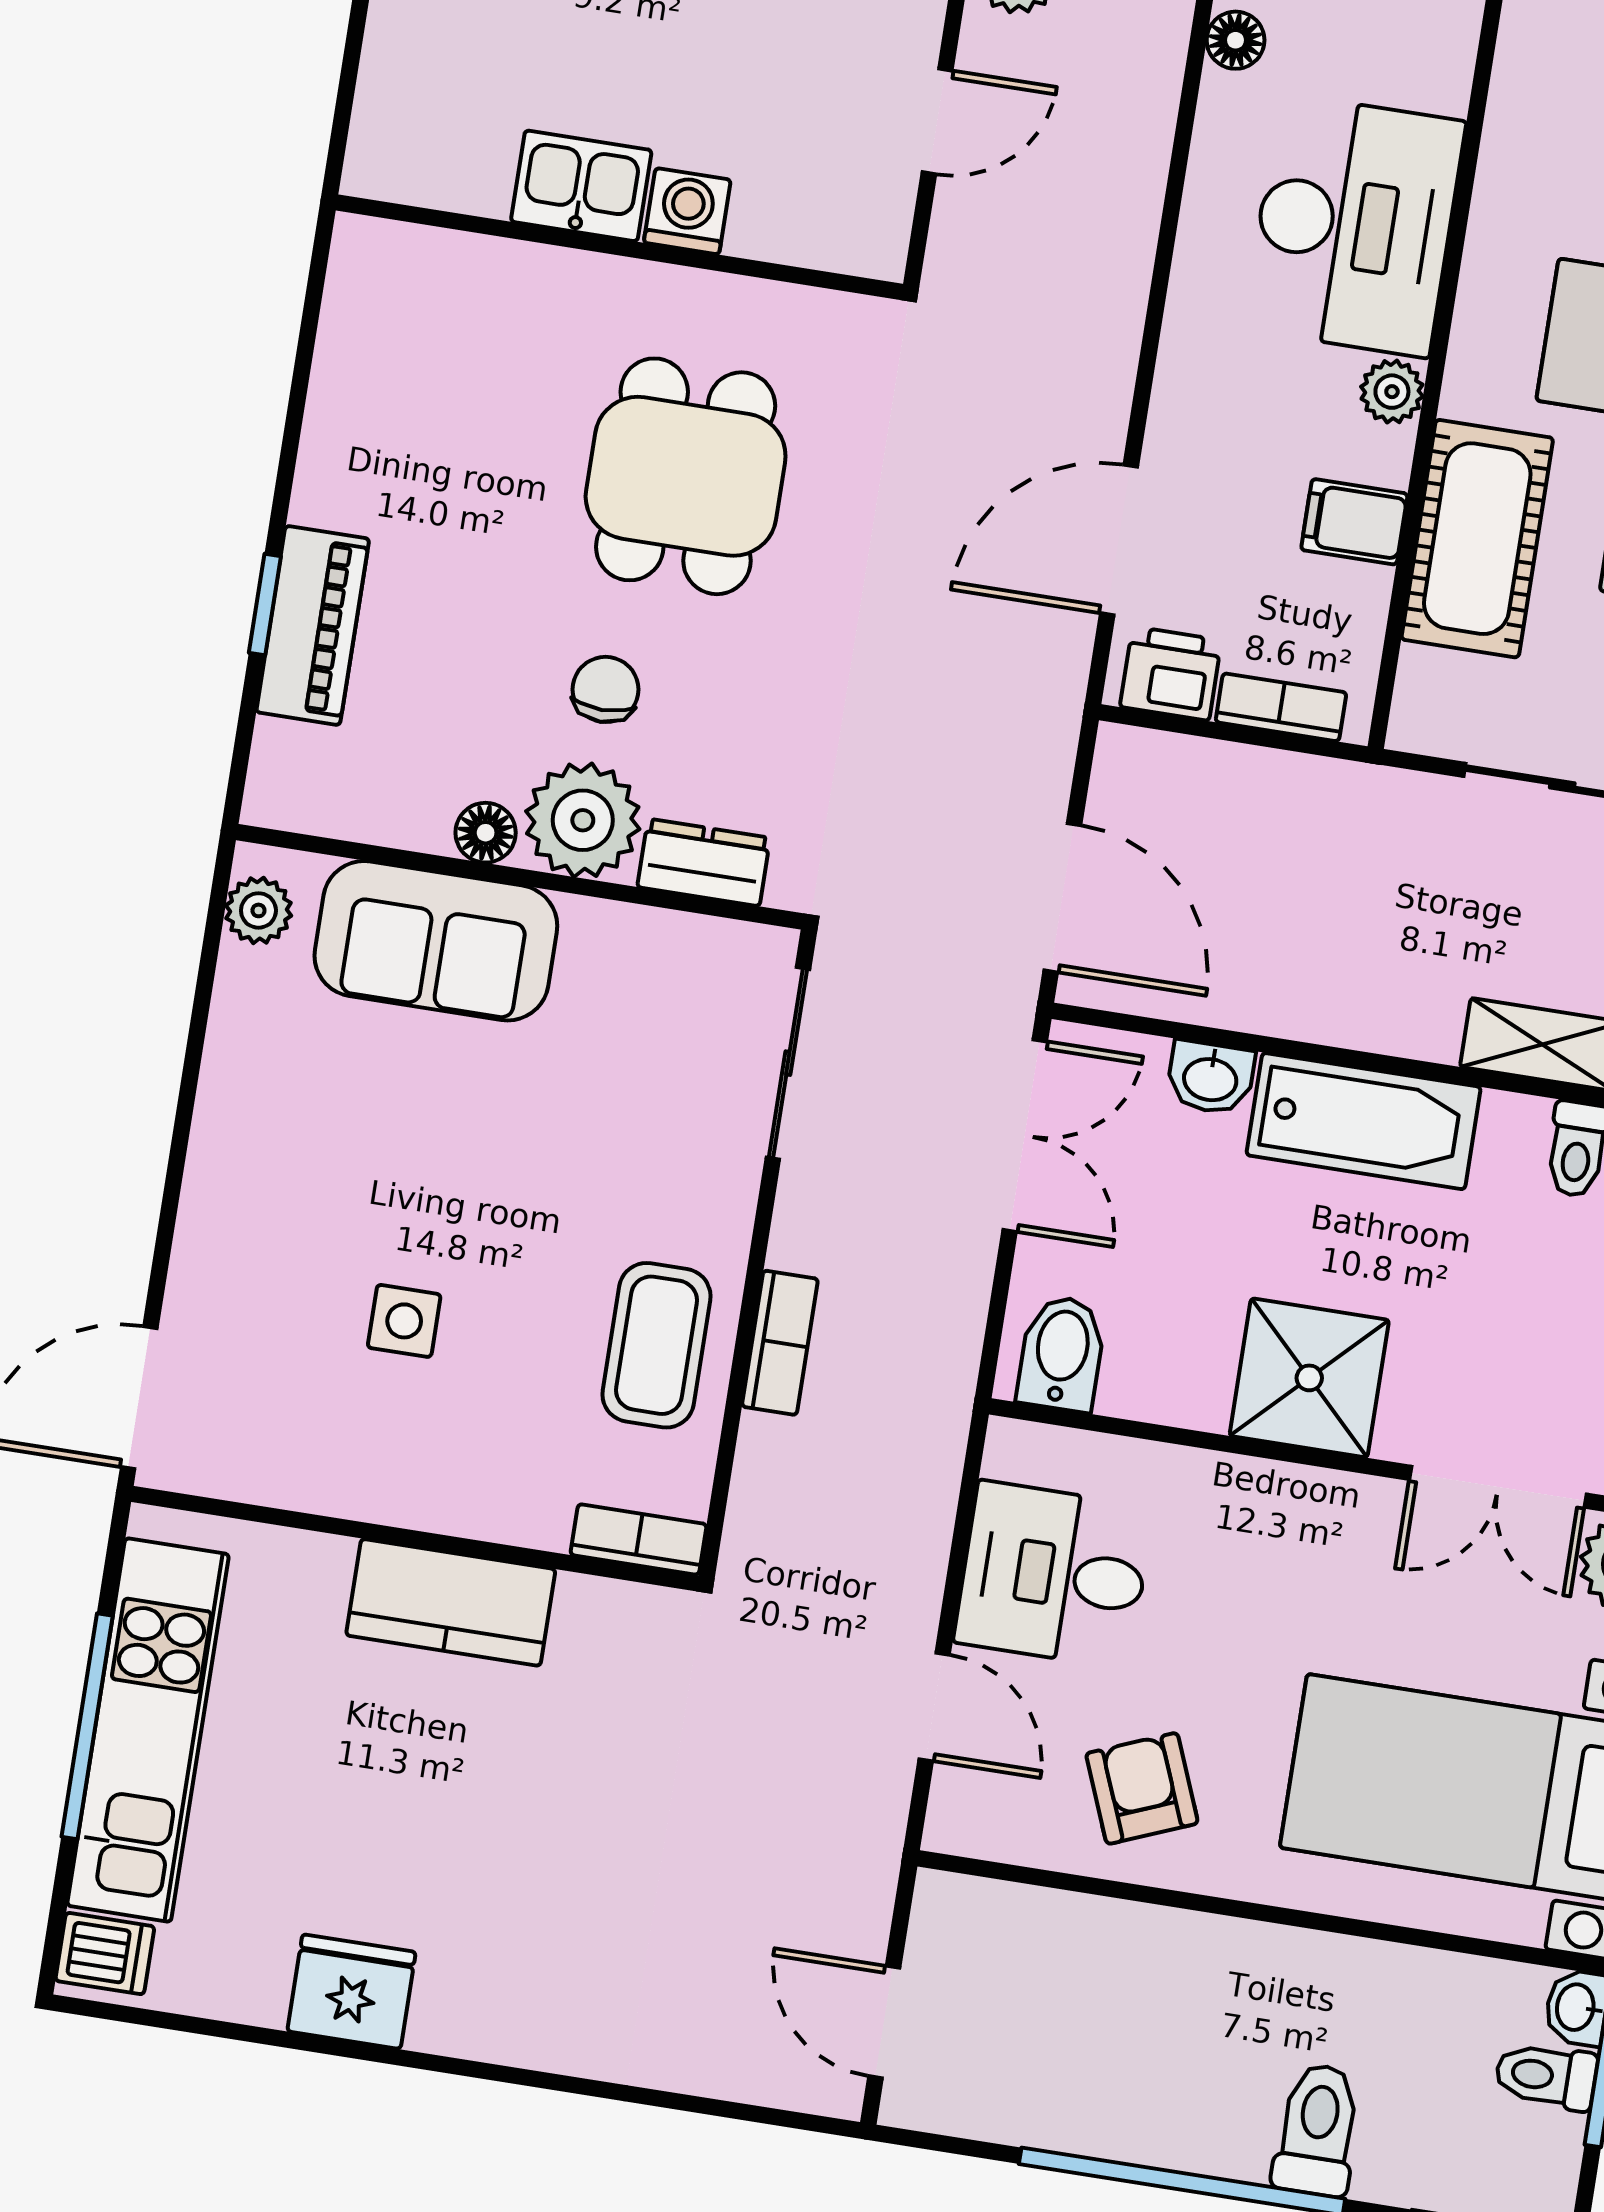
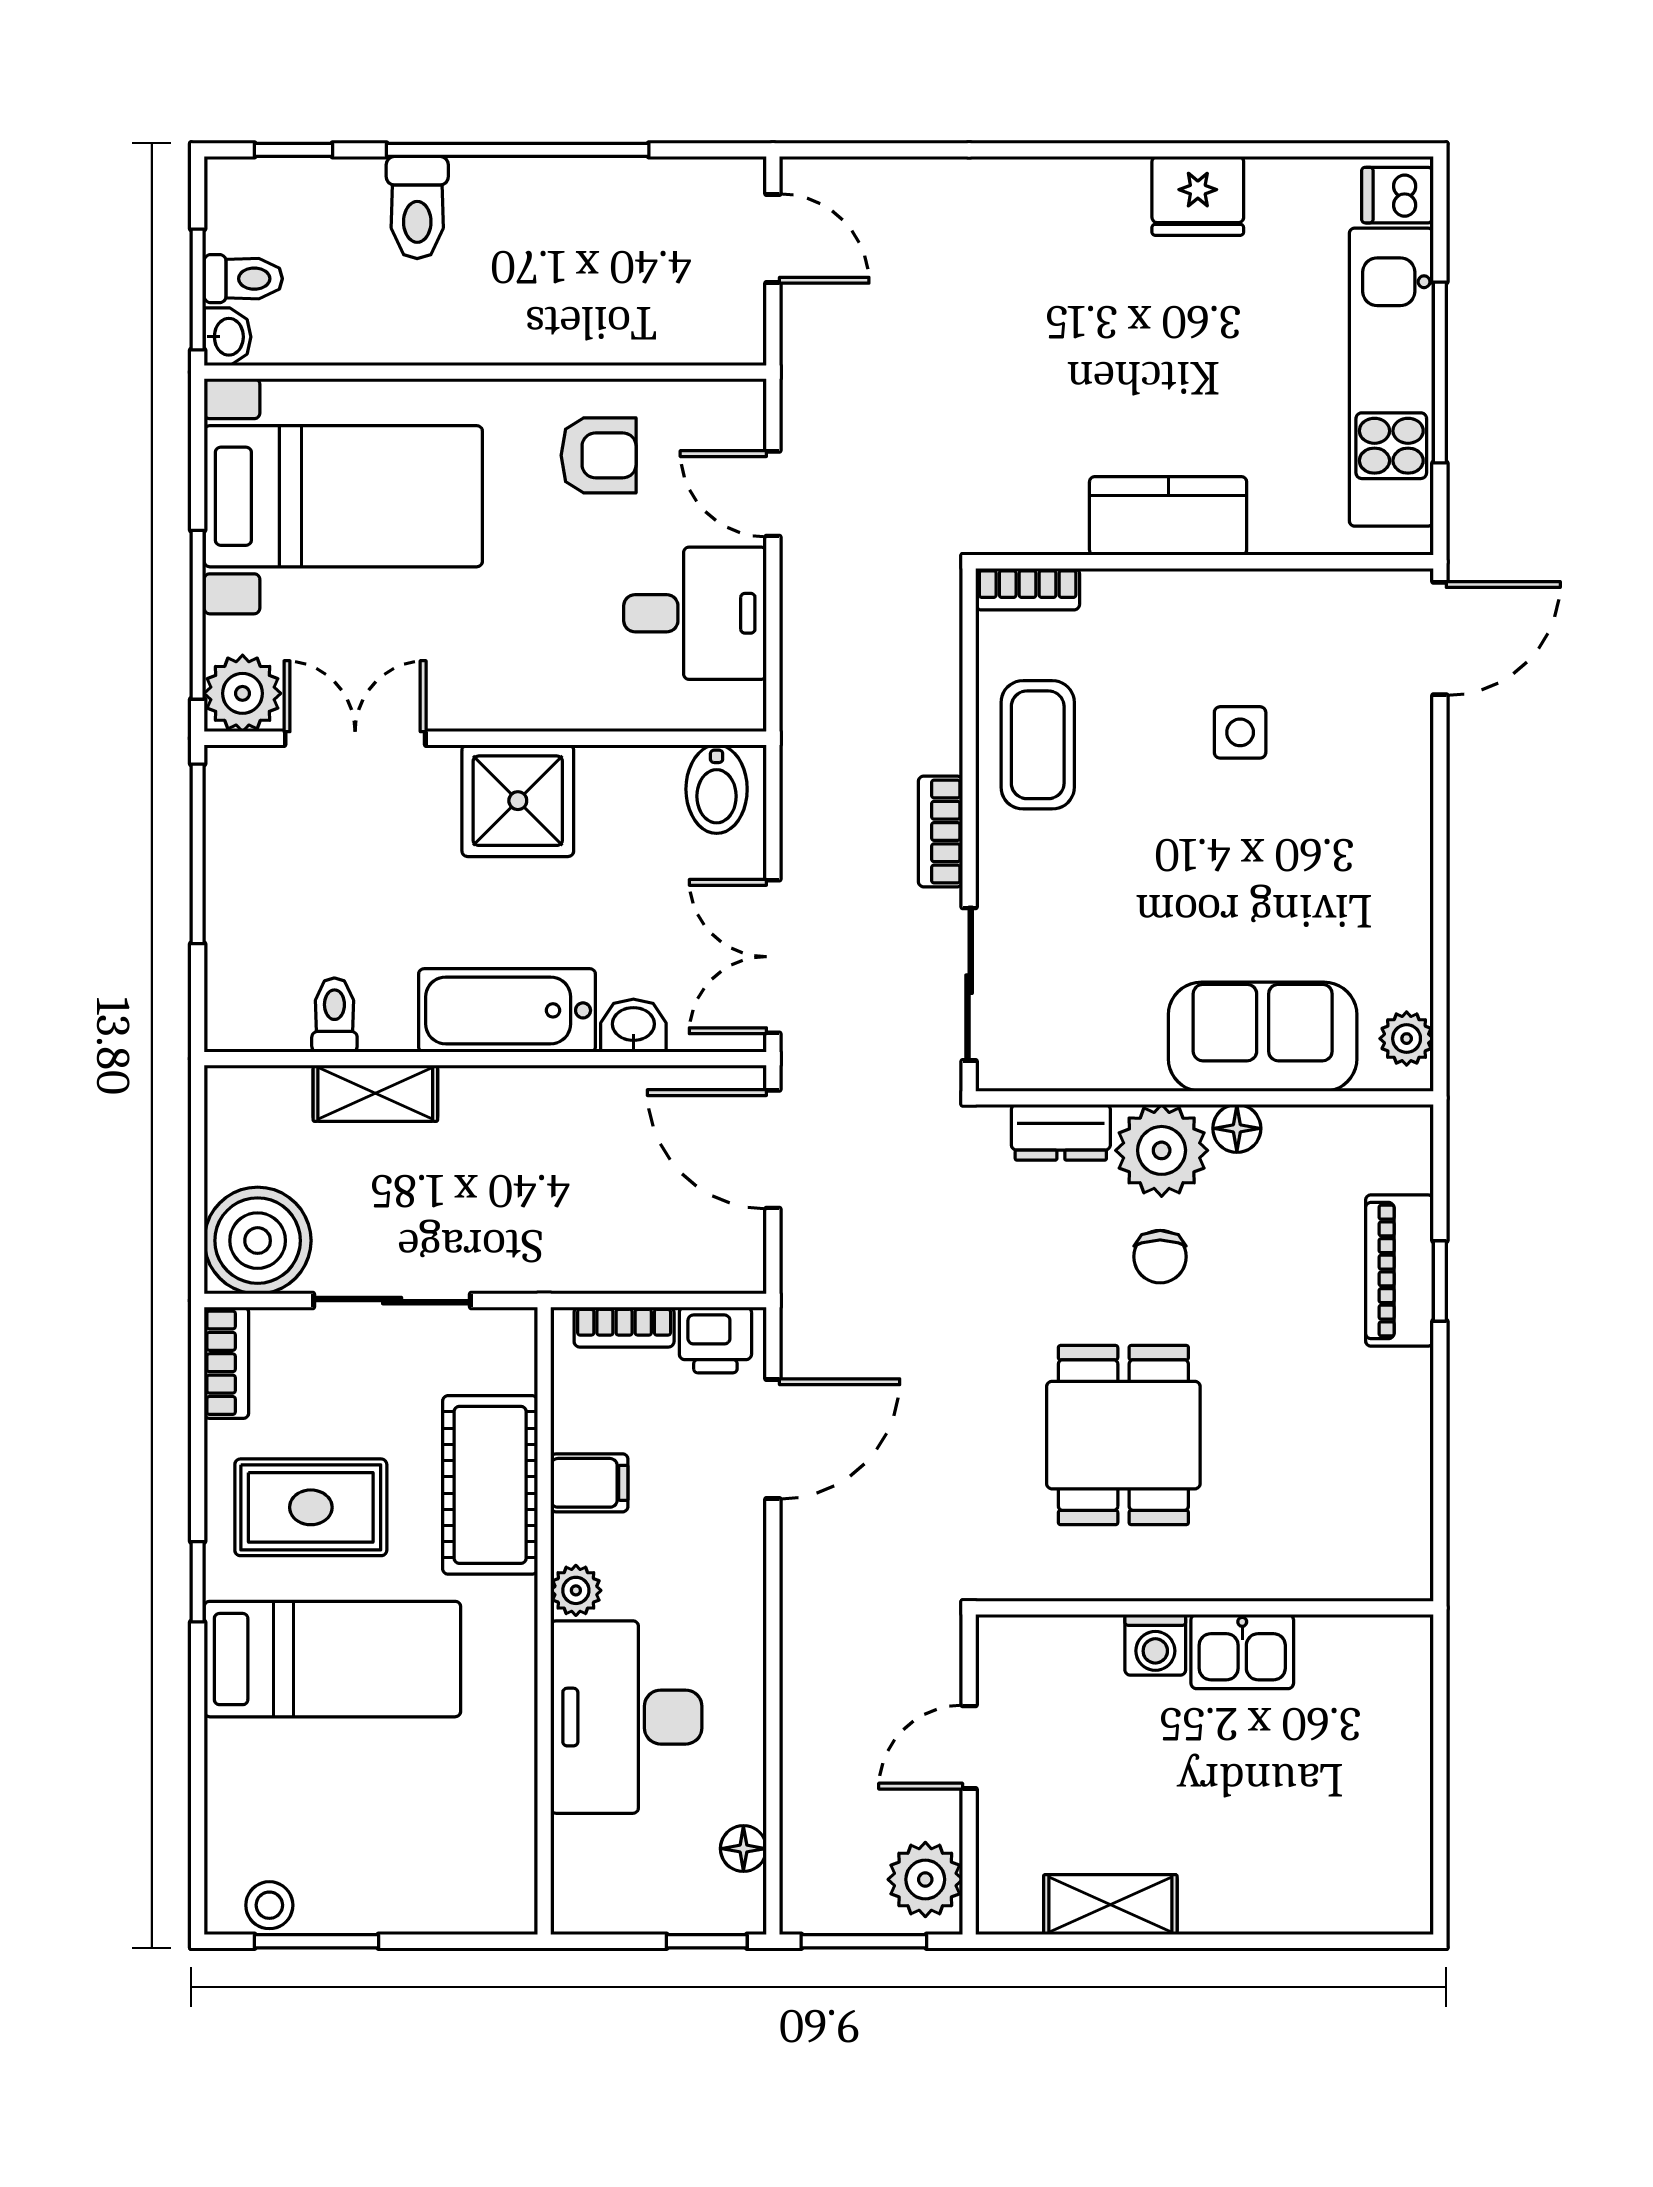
bookcase: (780, 1343) -> (940, 831), moved
armchair: (1142, 1788) -> (599, 455), turned -68

